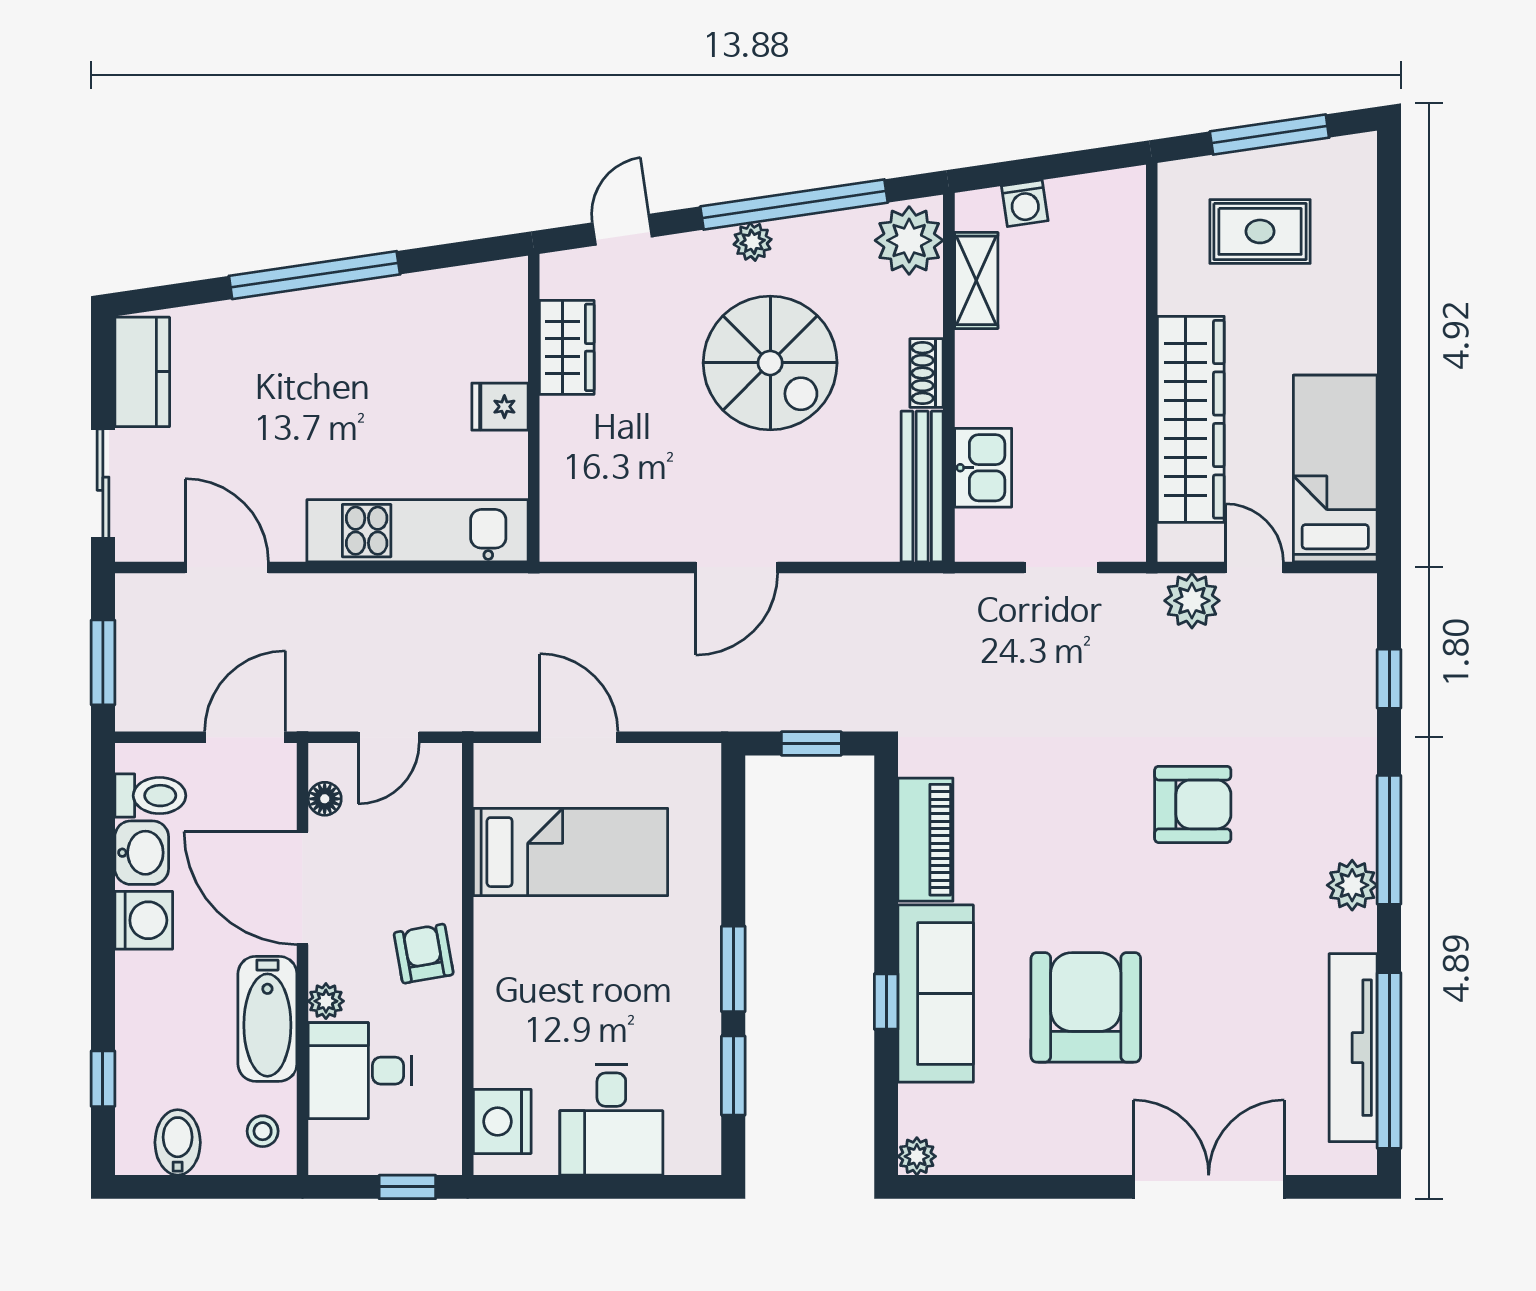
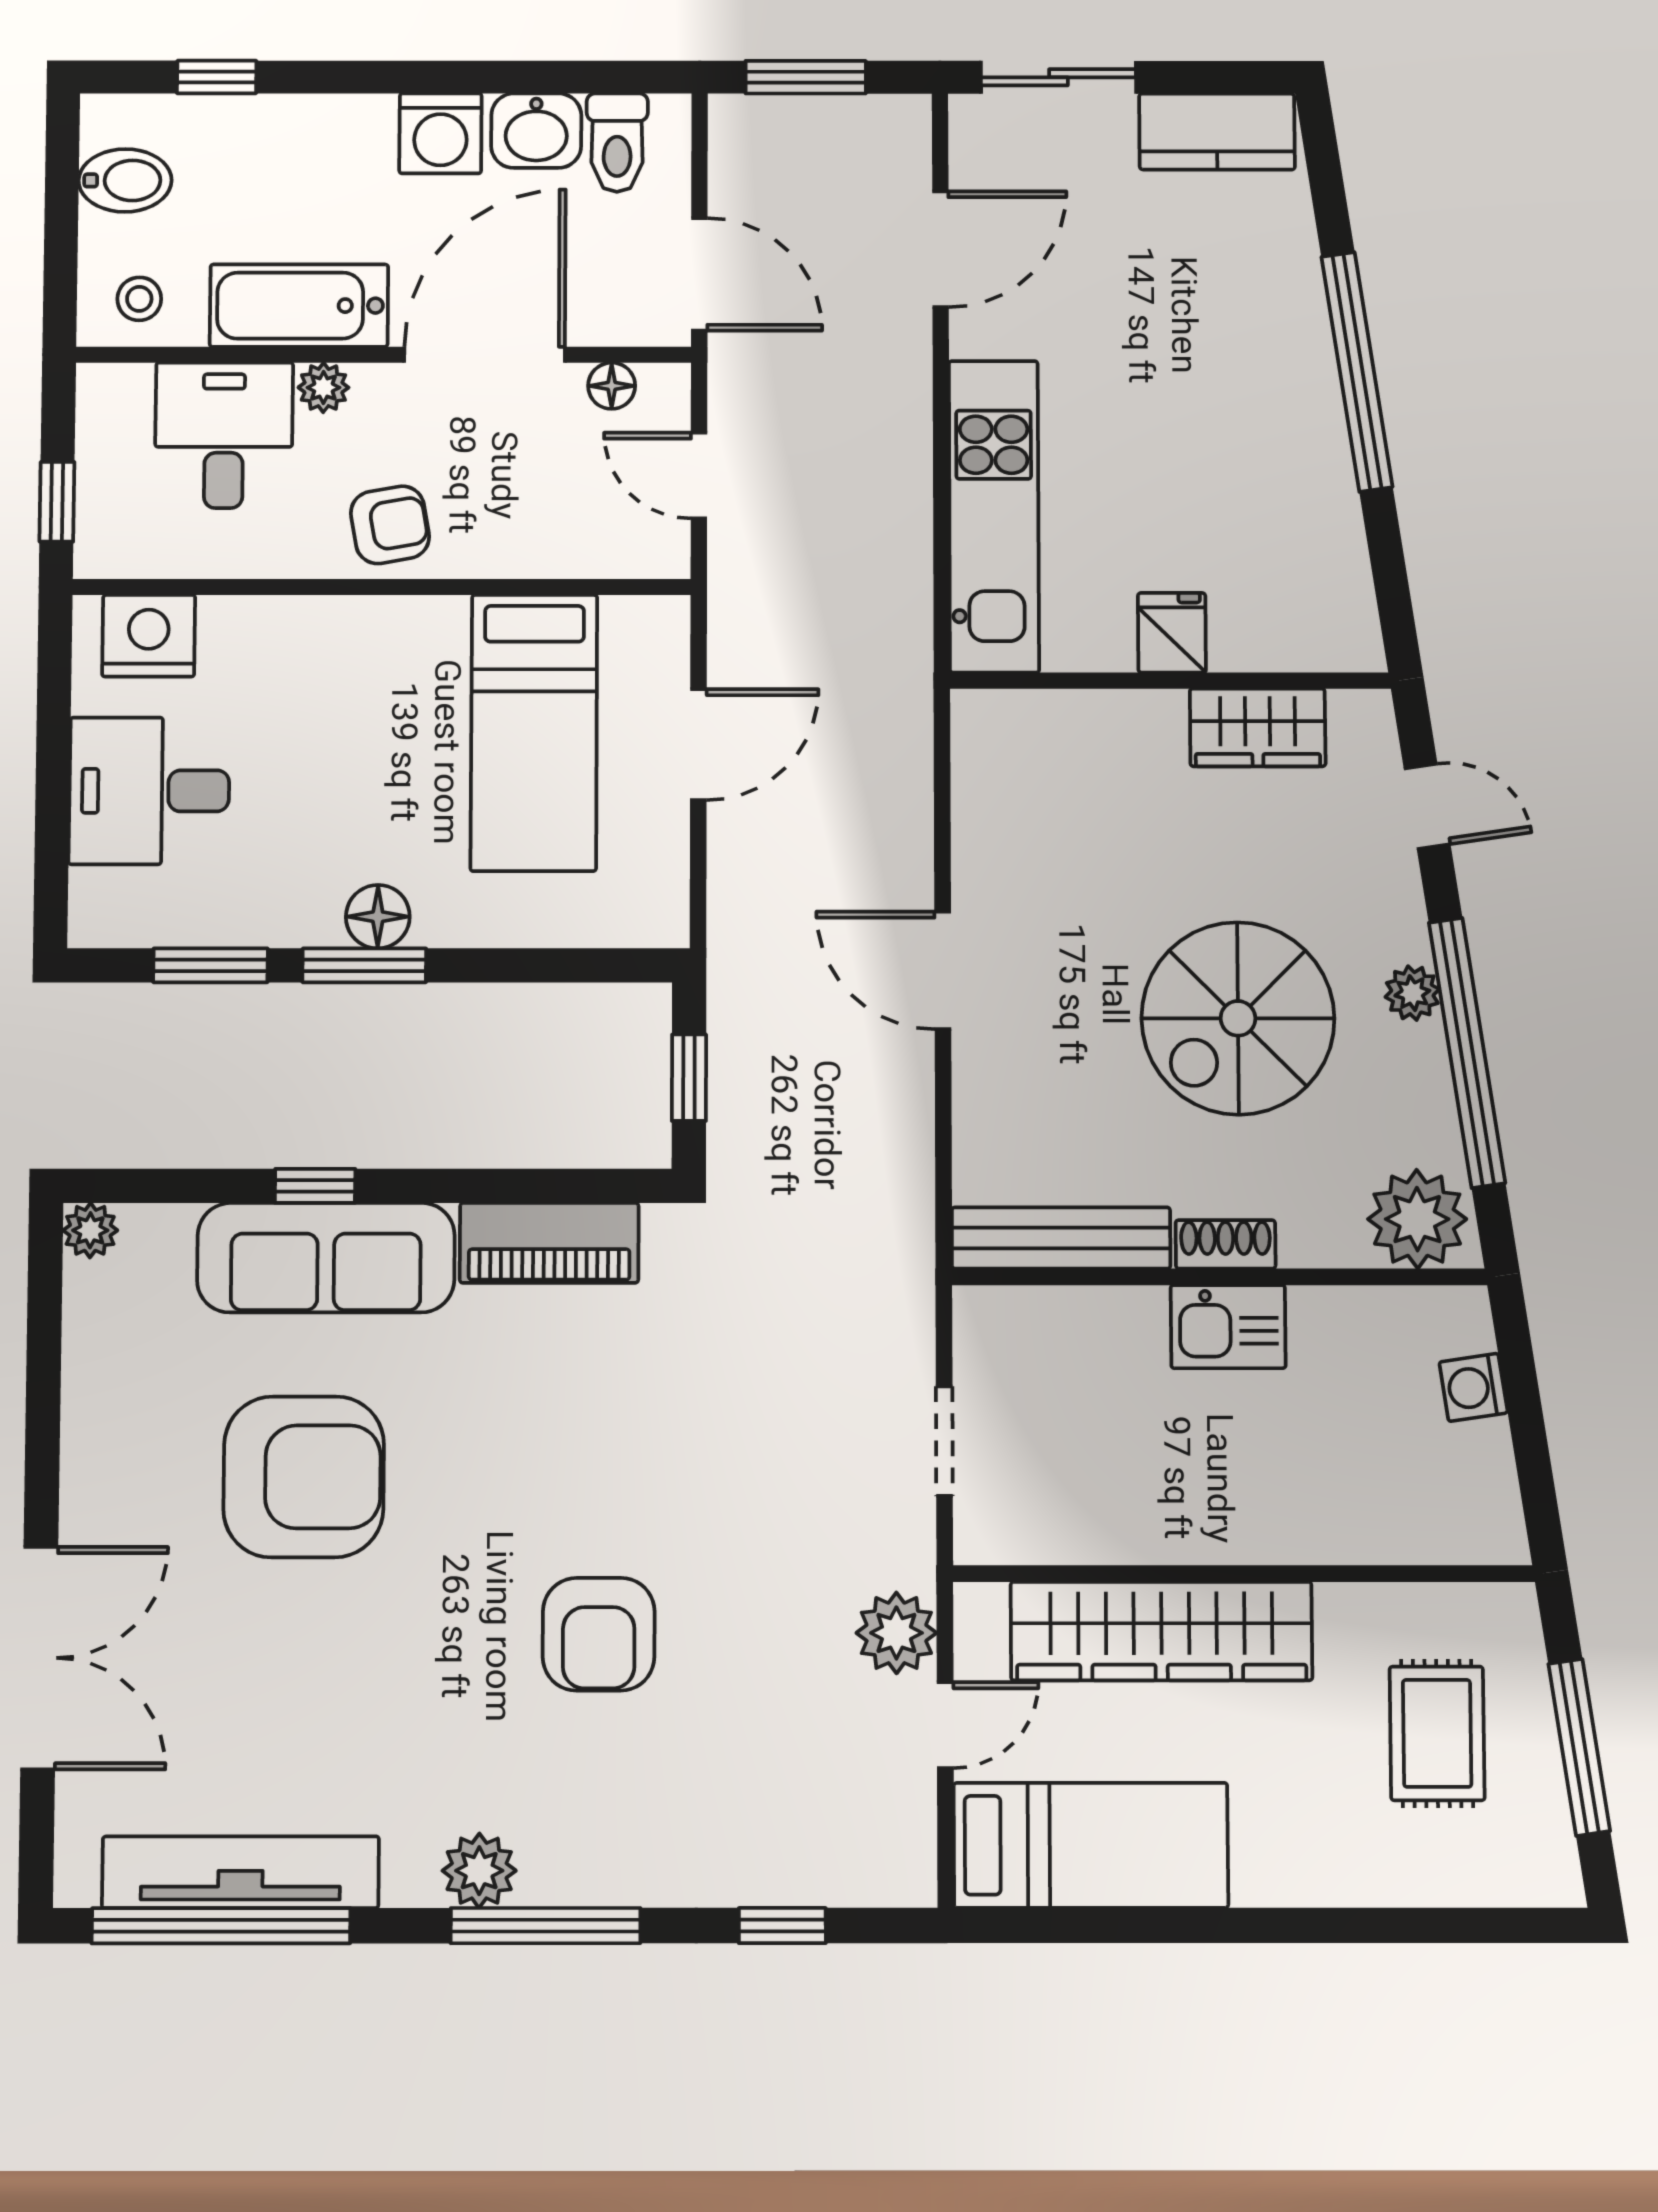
shelving: (976, 280) -> (1360, 1317), removed
kitchen sink: (983, 468) -> (1228, 1327), moved
floor lamp: (699, 960) -> (378, 917), added

